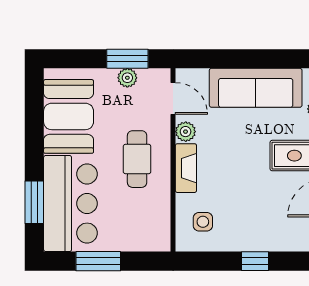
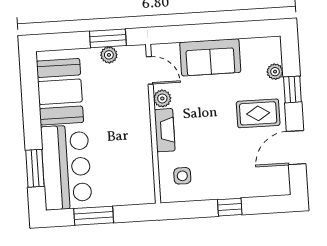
sofa: (256, 88) -> (210, 57), width x0.73
cafe table: (137, 159) -> (122, 125), removed

